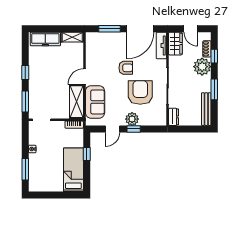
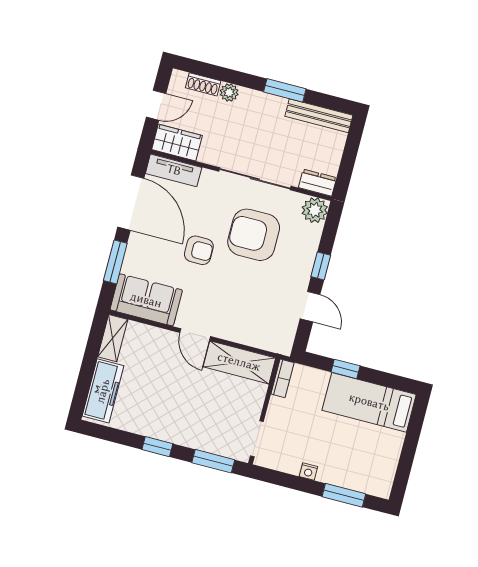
window: (214, 56) -> (221, 74), removed
plant: (202, 67) -> (229, 93), width x0.53, depth x0.53
armchair: (126, 68) -> (199, 250), turned 90
sofa: (95, 102) -> (146, 300), moved
plant: (132, 119) -> (315, 210), moved

